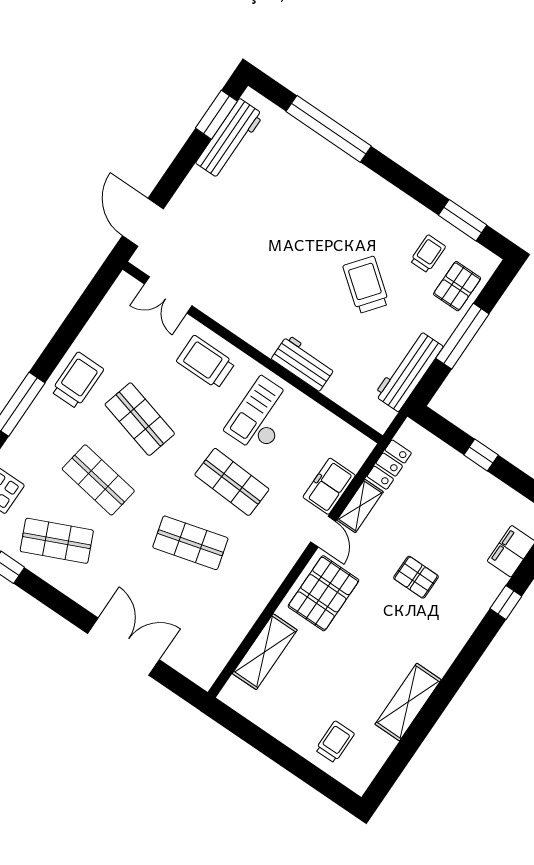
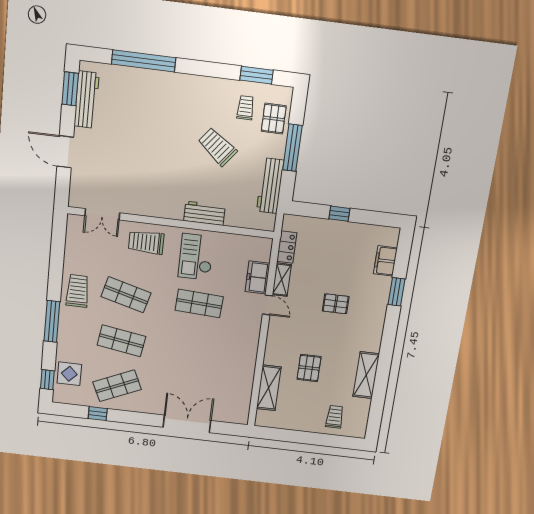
door: (143, 222) -> (65, 152), moved
shop shelf: (190, 543) -> (194, 349), removed
pallet: (323, 593) -> (309, 368), moved, width x0.67, depth x0.71
window: (506, 602) -> (396, 292), width x1.50

